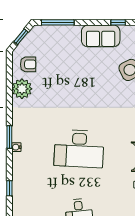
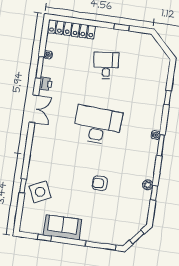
armchair: (28, 64) -> (100, 183), moved
window: (9, 86) -> (154, 193), added
plant: (22, 89) -> (148, 185), width x0.53, depth x0.53

